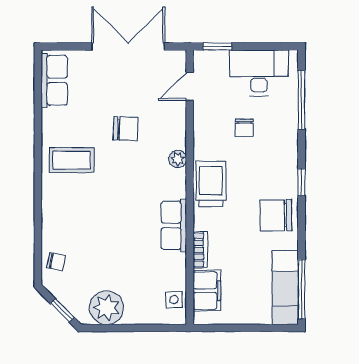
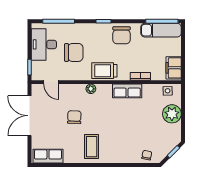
chair: (244, 128) -> (74, 52), width x1.87, depth x1.87
filing cabinet: (207, 291) -> (174, 68), moved, turned -90
plant: (107, 308) -> (172, 114), moved

